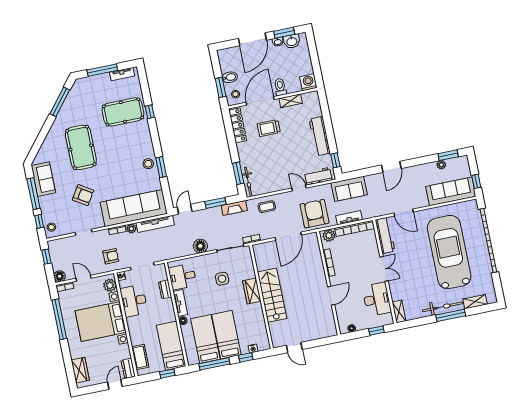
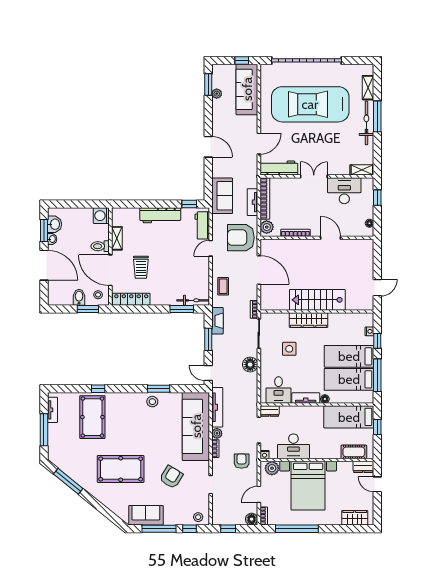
dresser: (165, 289) -> (270, 411), moved
wardrobe: (252, 291) -> (309, 320), width x1.50

